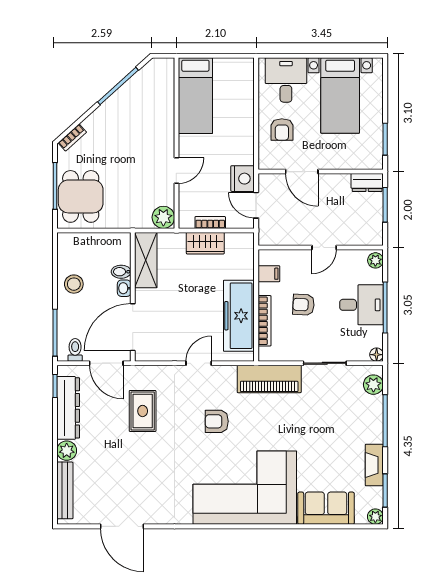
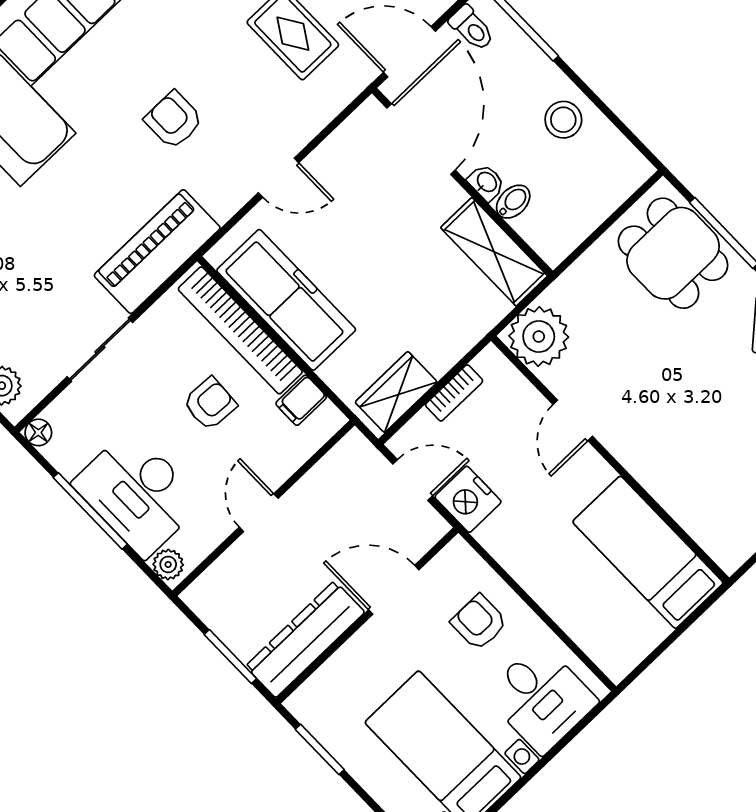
dresser: (367, 183) -> (305, 639), width x1.96, depth x1.24
plant: (163, 217) -> (539, 337), width x1.36, depth x1.36
wardrobe: (205, 243) -> (396, 392), moved
desk: (362, 305) -> (138, 493), width x1.37
bookcase: (264, 321) -> (240, 330), width x1.48, depth x1.31
door: (199, 363) -> (279, 178), hinge flipped
armchair: (217, 421) -> (174, 120), turned -90

